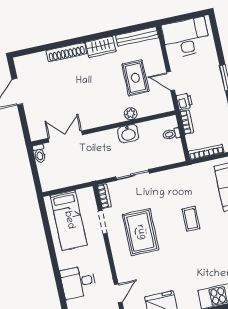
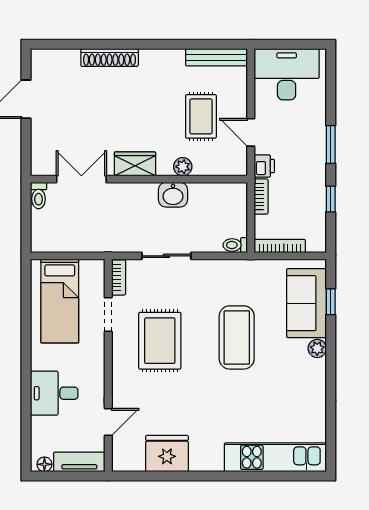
wardrobe: (101, 47) -> (135, 164), moved, turned 180
toilet: (171, 134) -> (235, 245), moved
coffee table: (191, 219) -> (237, 337), width x1.86, depth x1.72

